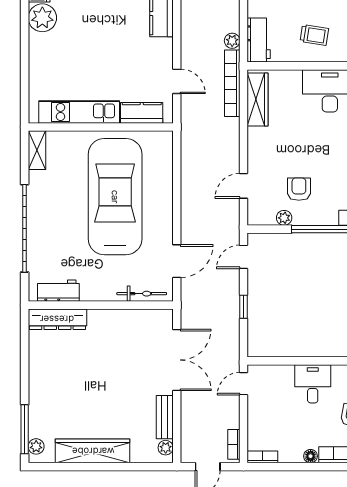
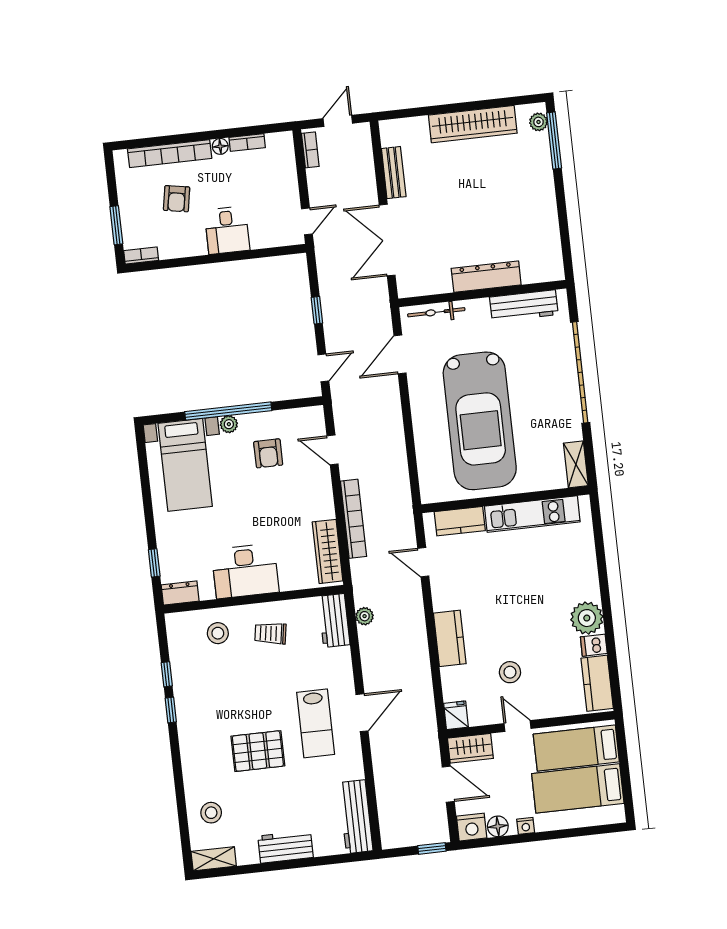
bookcase: (232, 83) -> (354, 519), moved
door: (244, 186) -> (333, 450), swing flipped
plant: (284, 218) -> (229, 424), moved
workbench: (58, 291) -> (524, 306), width x1.37
dresser: (57, 319) -> (486, 277), moved
plant: (166, 448) -> (389, 137), removed
bookcase: (262, 457) -> (247, 142), moved

